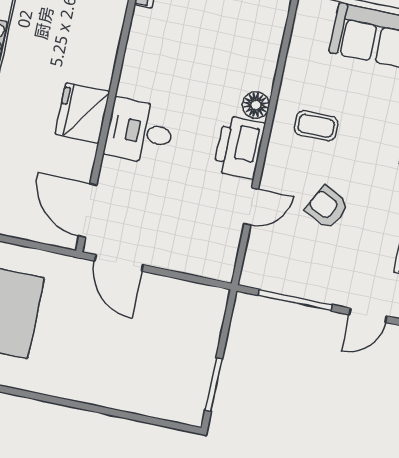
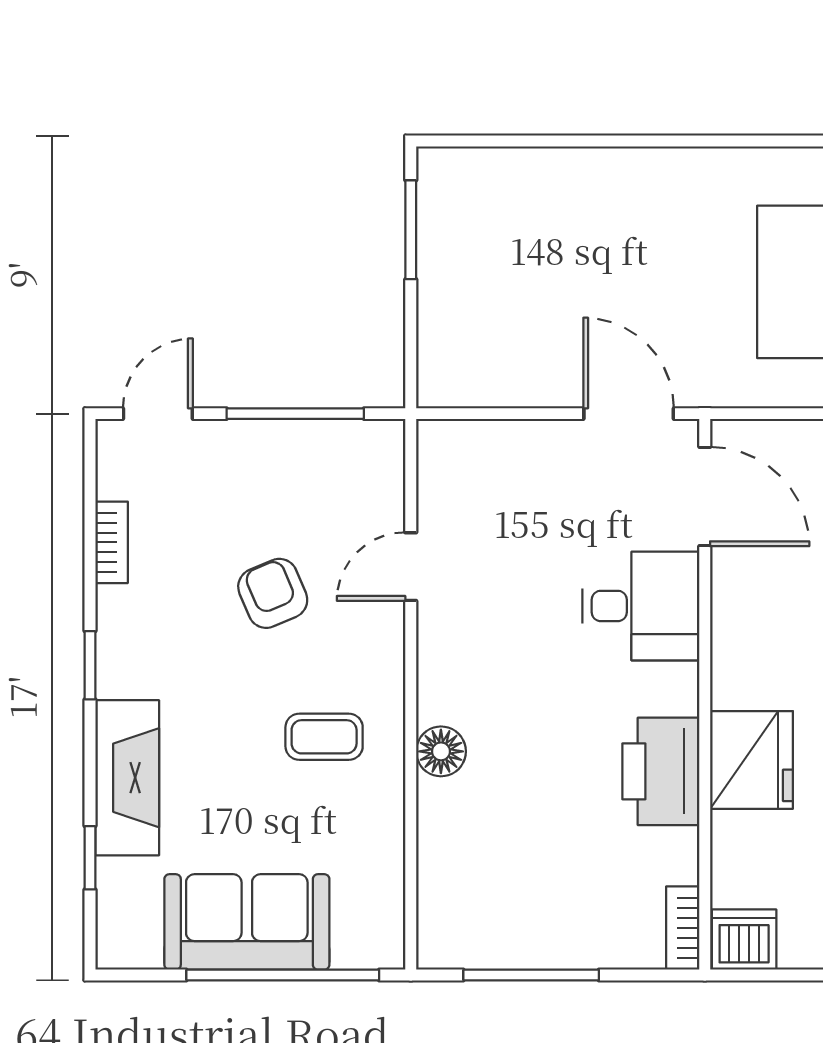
fridge: (82, 113) -> (752, 760), moved
desk: (140, 132) -> (641, 606), moved
printer: (239, 147) -> (661, 771), moved, turned 180
armchair: (327, 207) -> (273, 593), turned -140

